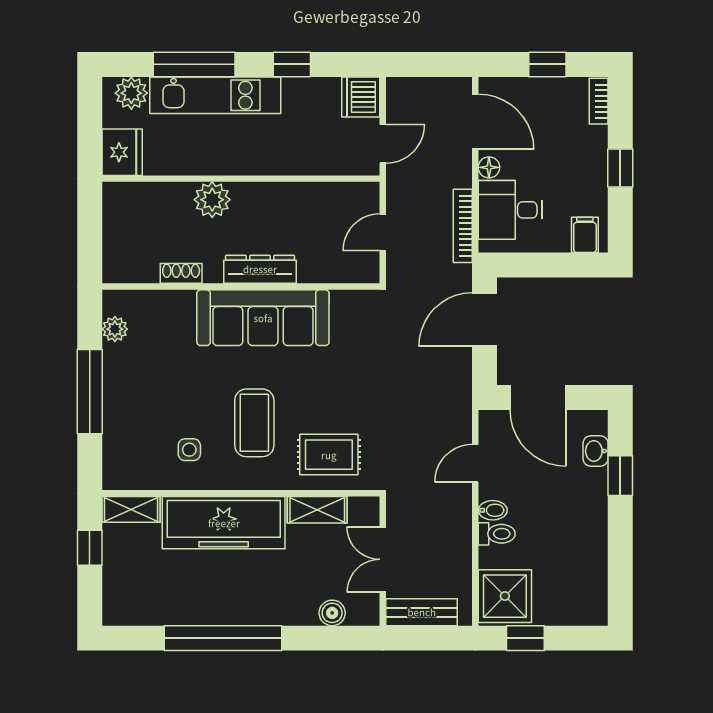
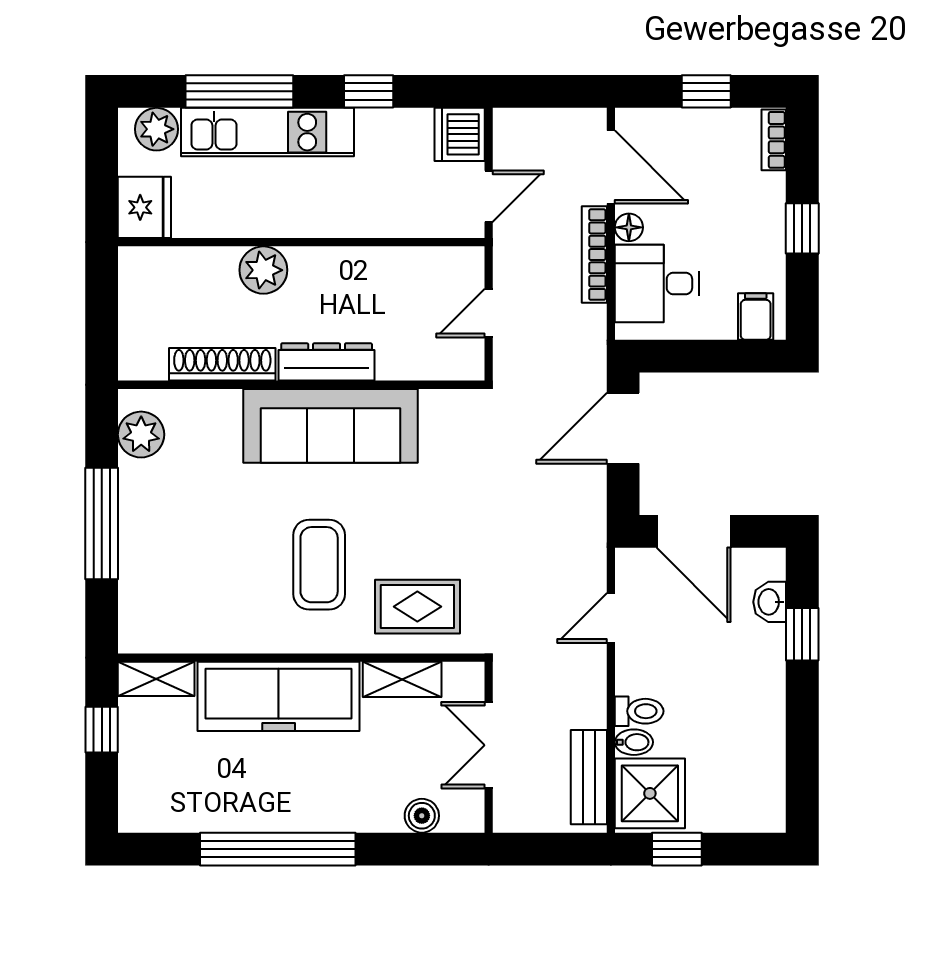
bookcase: (463, 226) -> (594, 255), moved
shoe rack: (181, 273) -> (222, 364), width x1.94, depth x1.24
plant: (115, 329) -> (141, 435), width x1.38, depth x1.38
side table: (189, 450) -> (233, 600), removed
bidet: (493, 510) -> (634, 742), moved
bench: (422, 612) -> (589, 777), moved, turned 90

